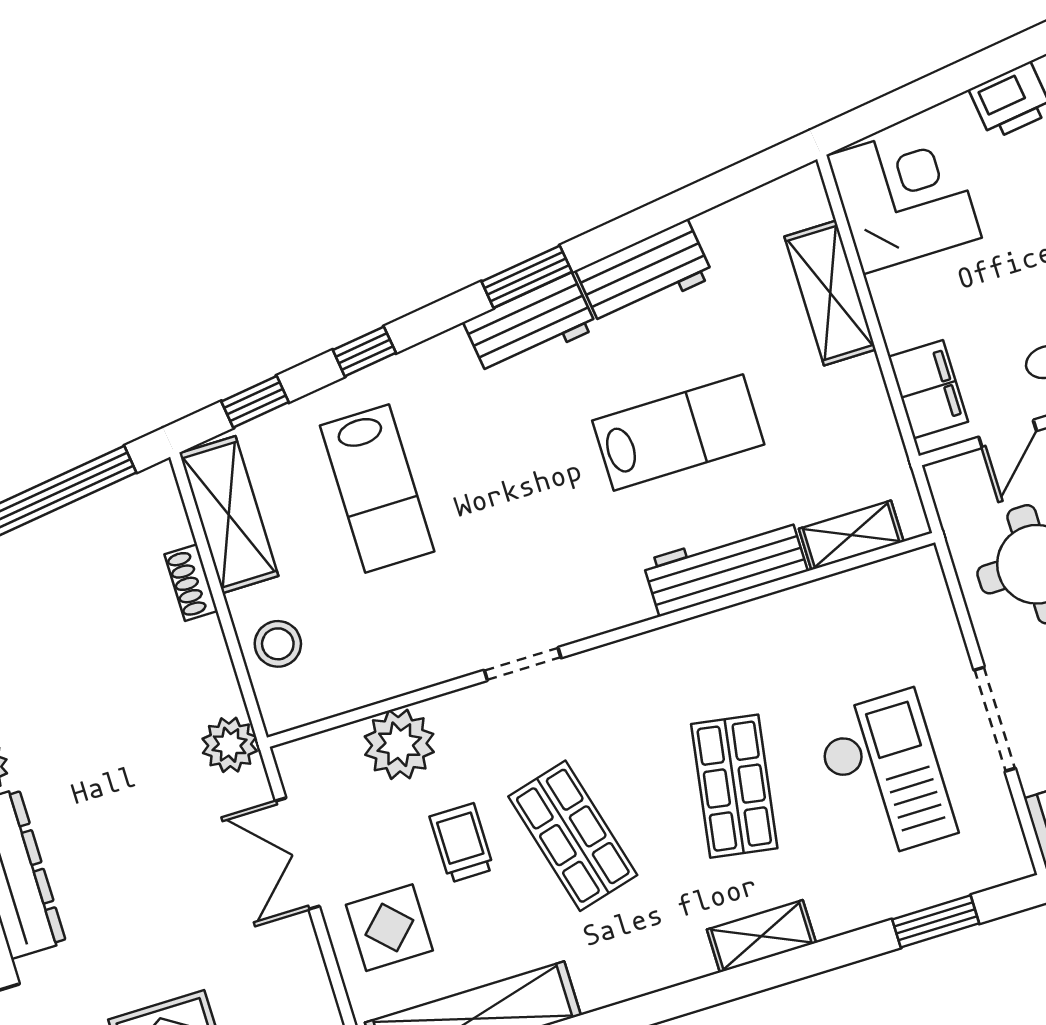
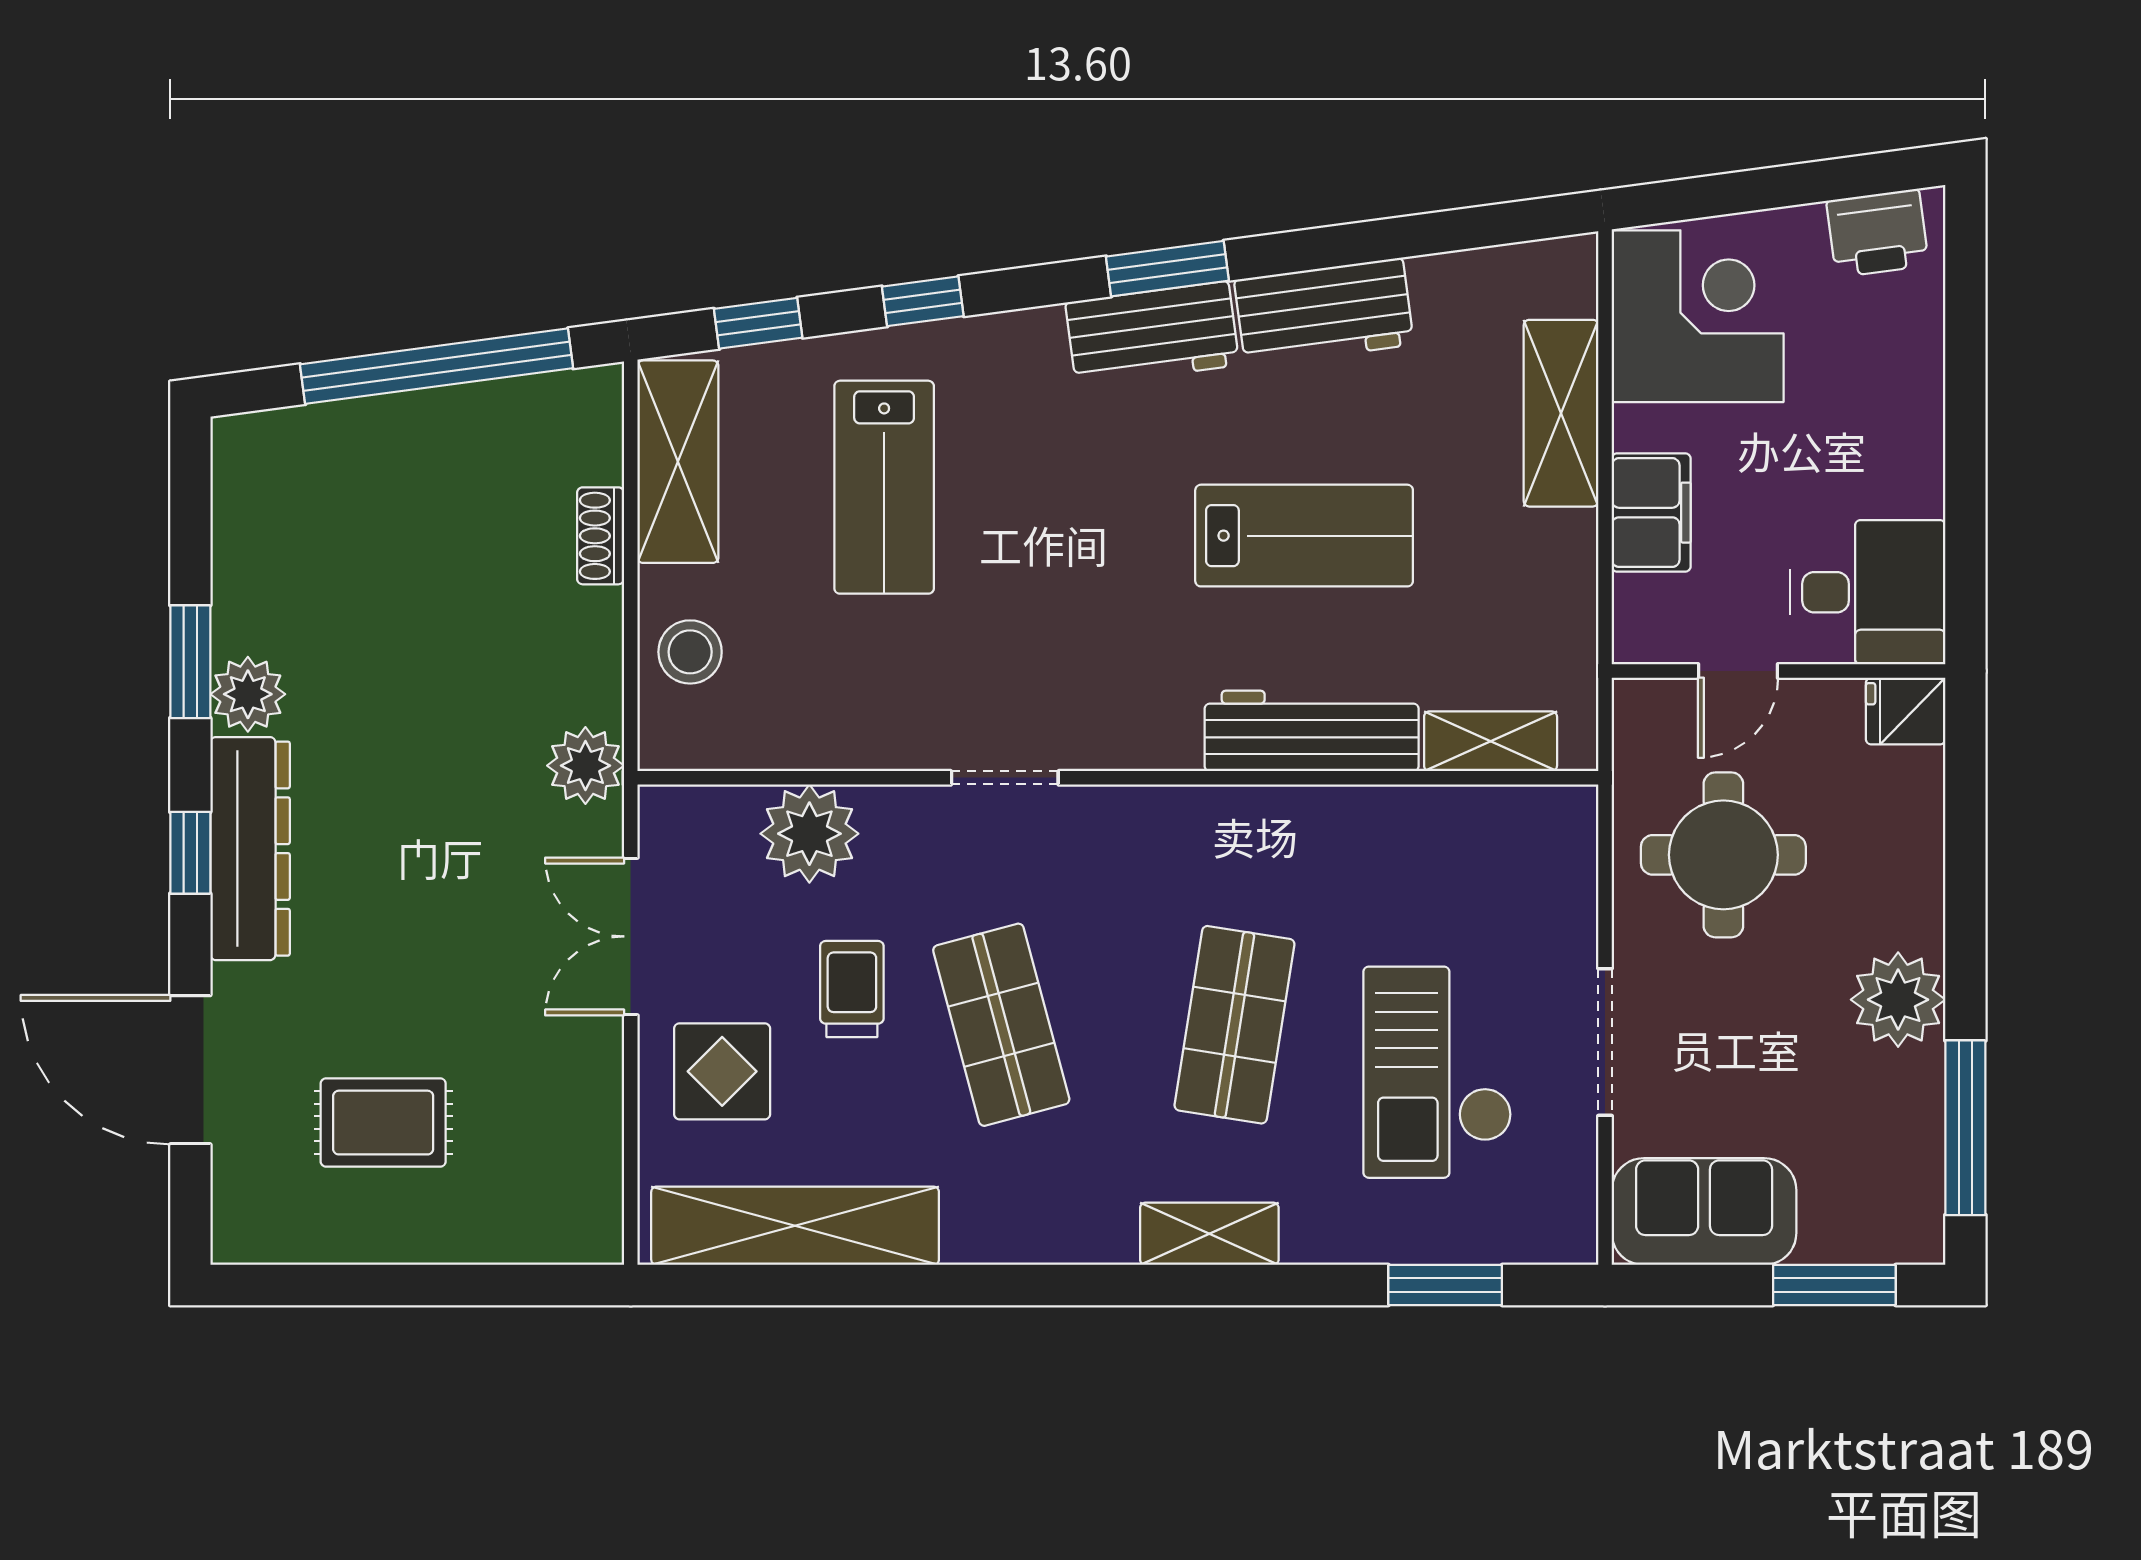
filing cabinet: (928, 389) -> (1651, 513), moved
checkout: (885, 776) -> (1438, 1072), turned 180

